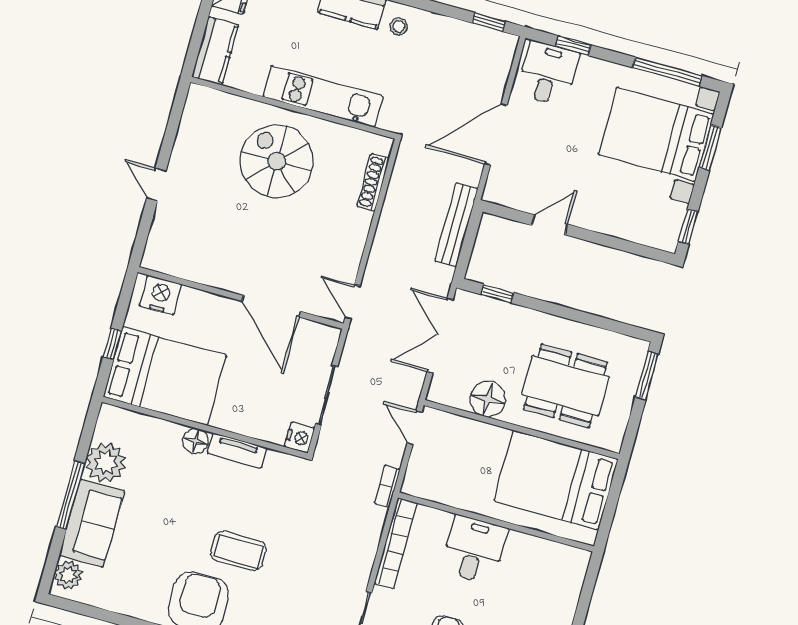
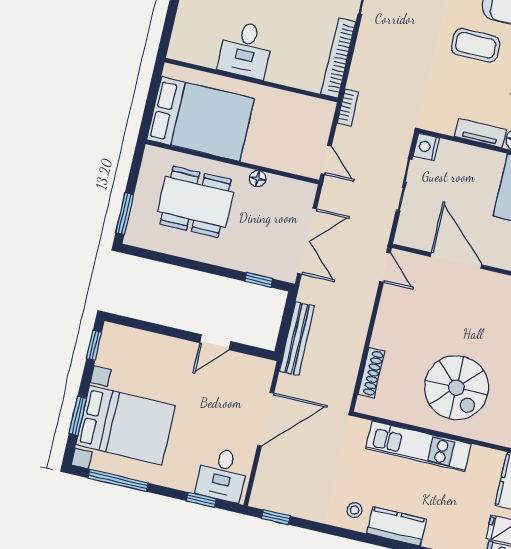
floor lamp: (488, 399) -> (258, 179), width x0.53, depth x0.53
desk: (474, 550) -> (246, 50), moved

